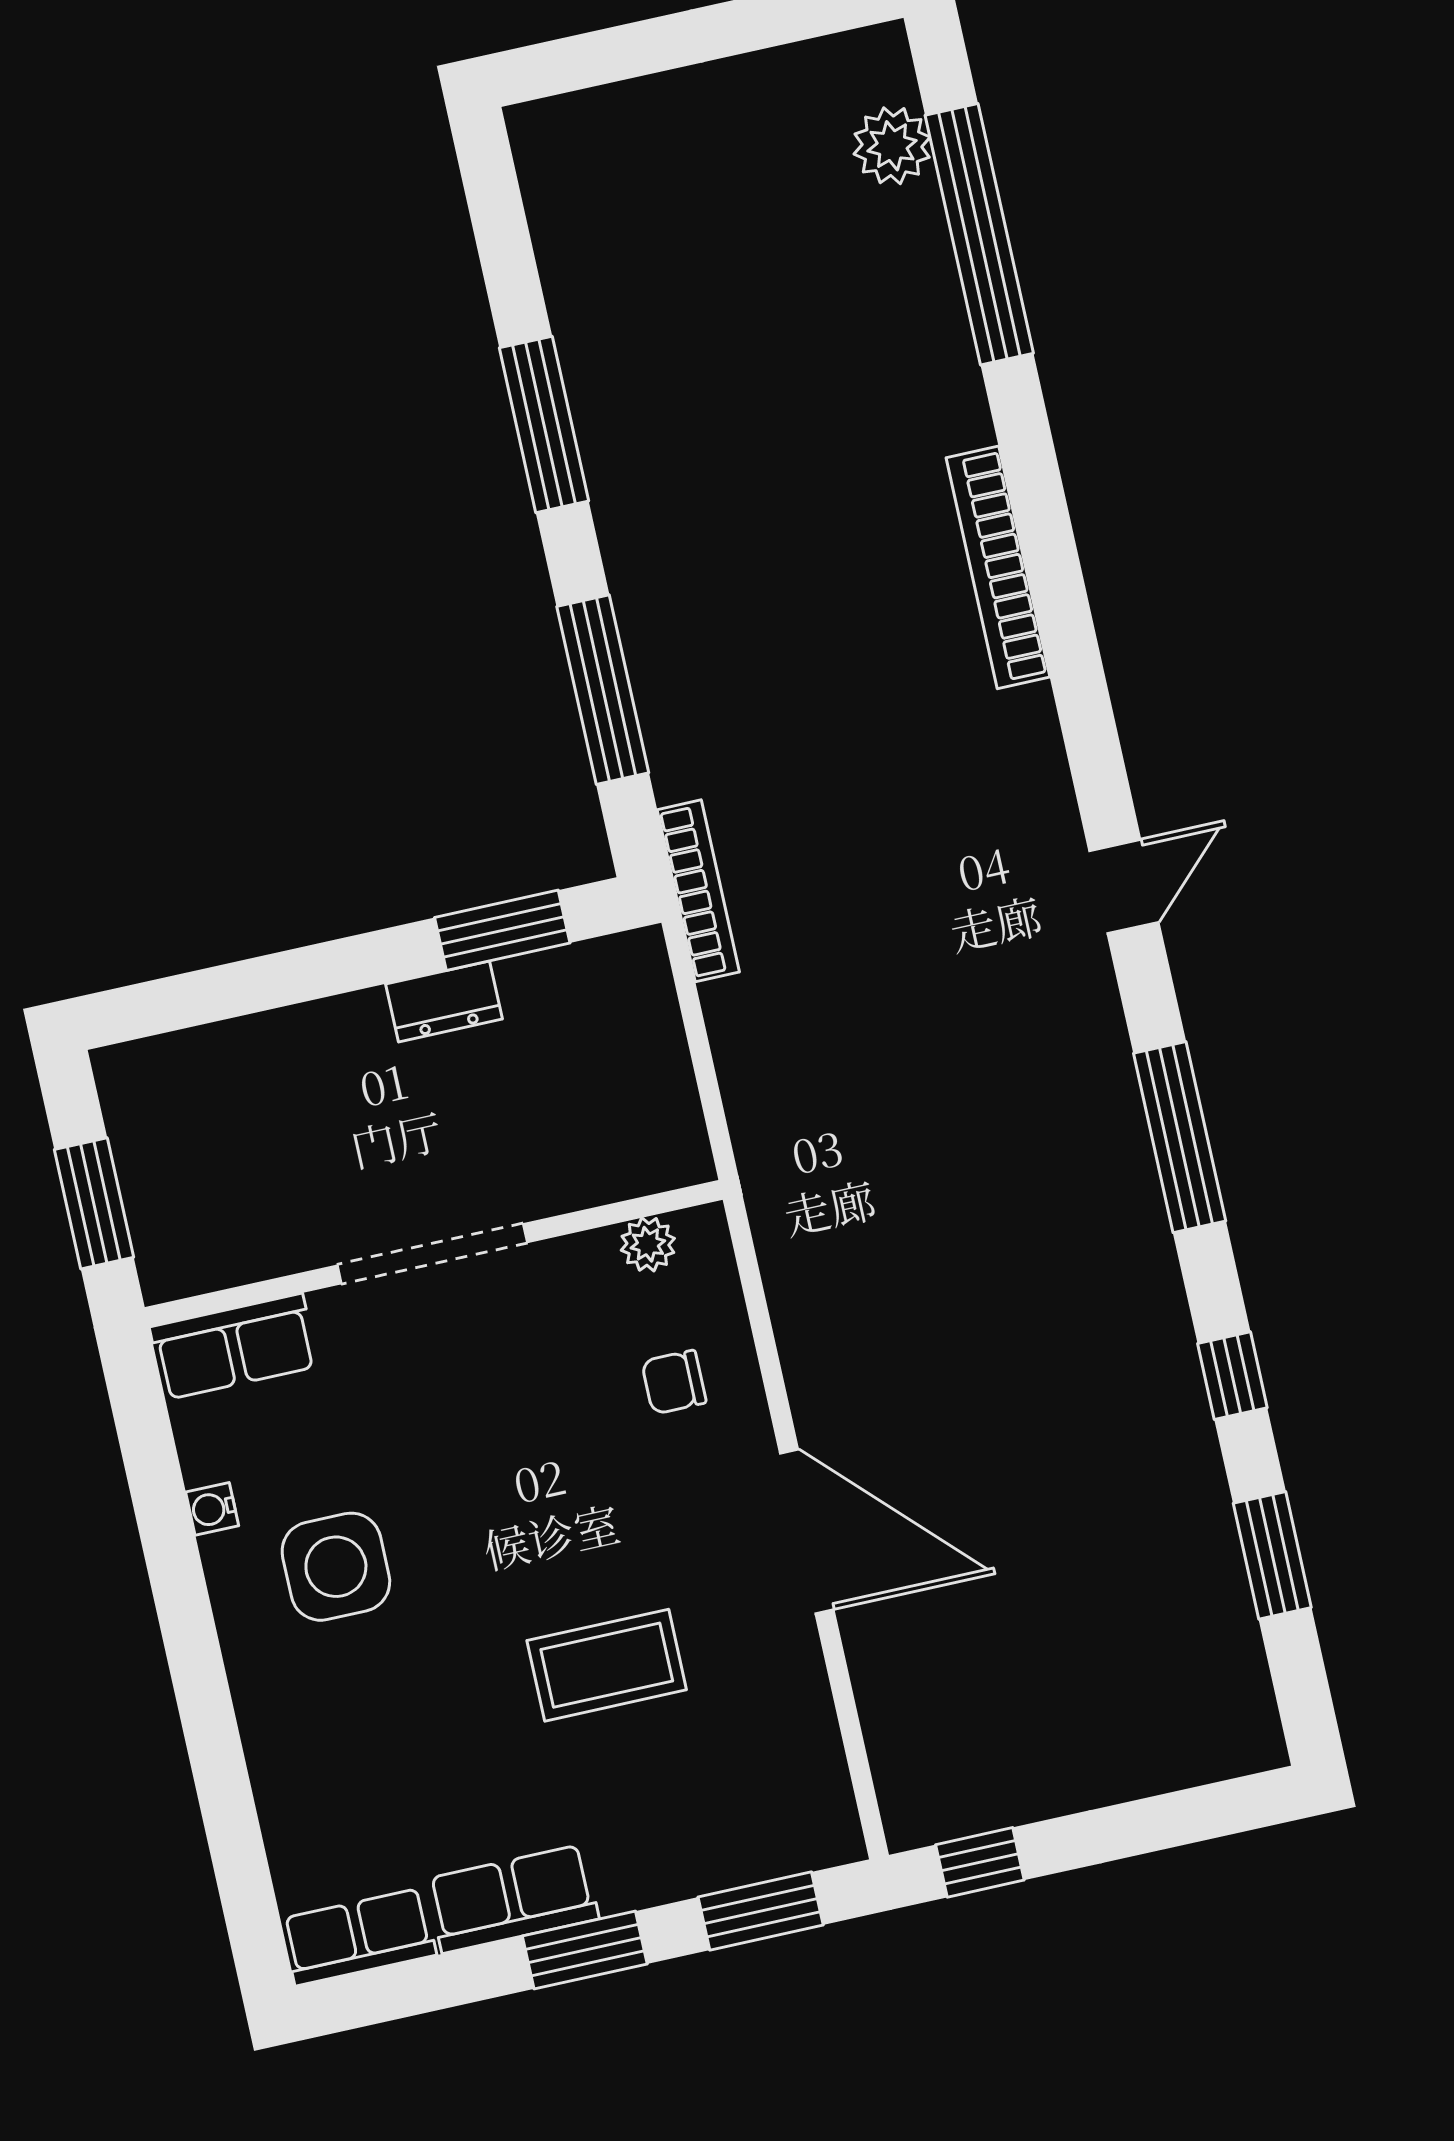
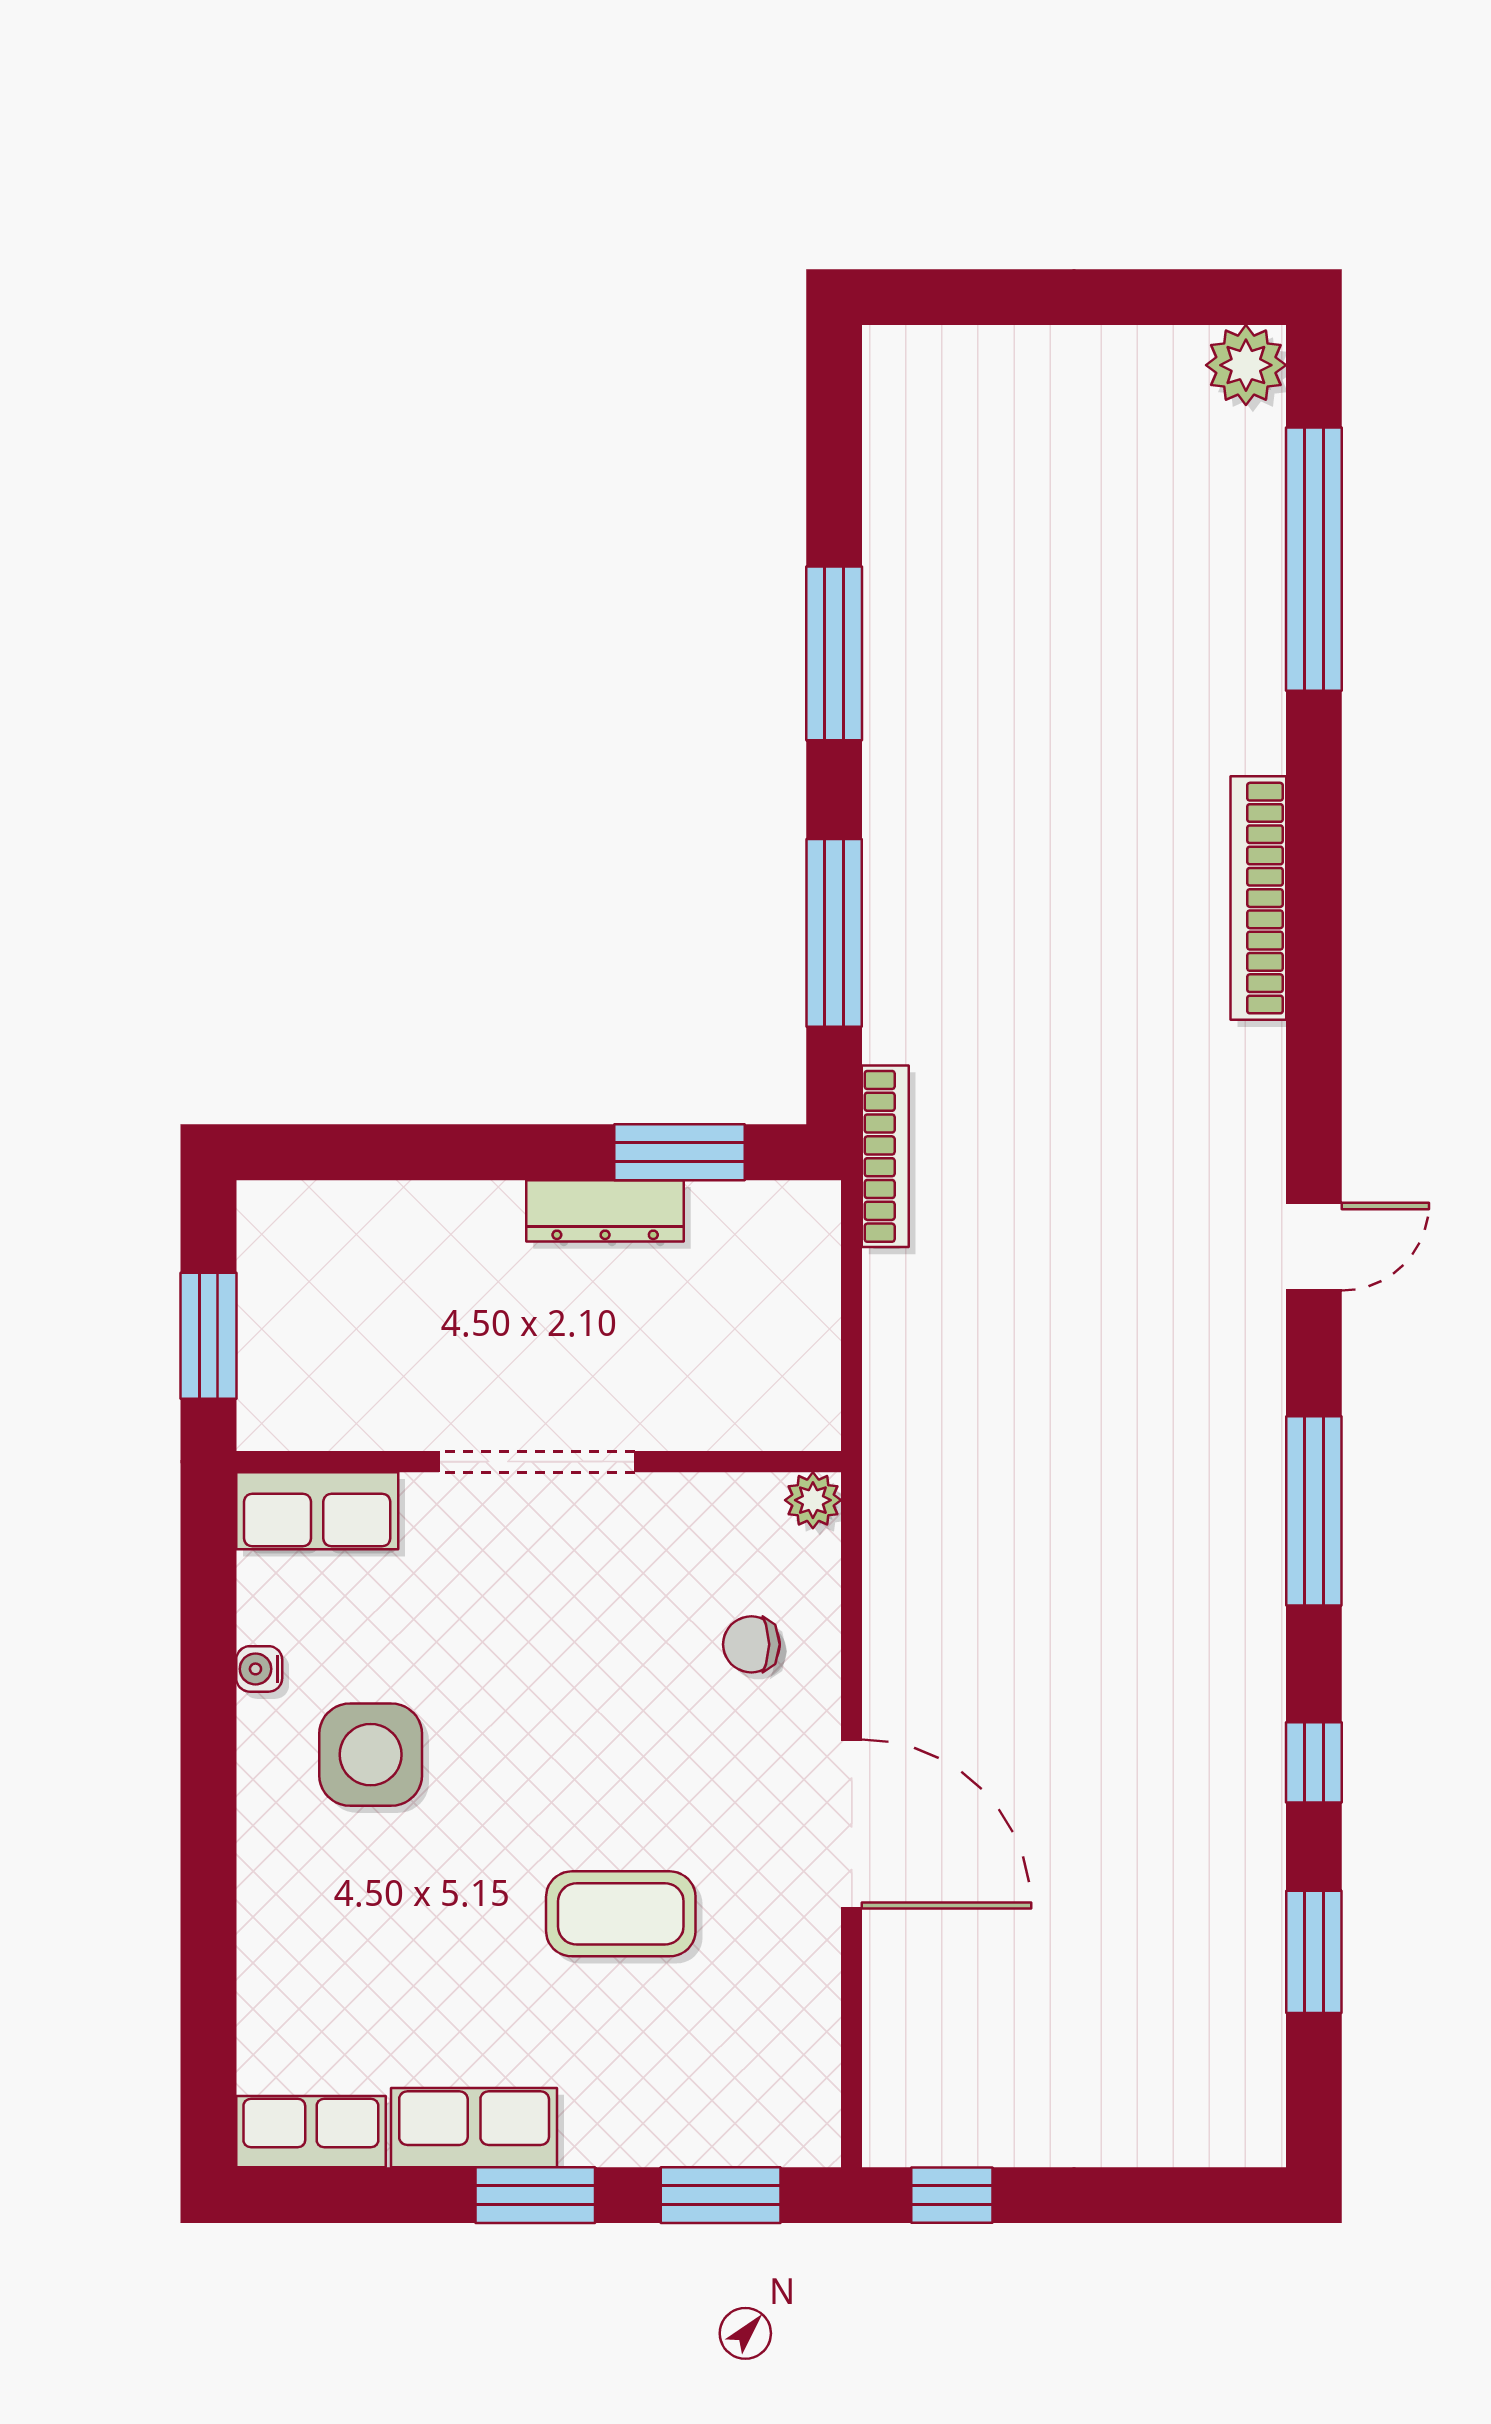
plant: (892, 146) -> (1246, 365), moved
dresser: (444, 1002) -> (605, 1211), width x1.44
plant: (648, 1244) -> (813, 1500), moved

